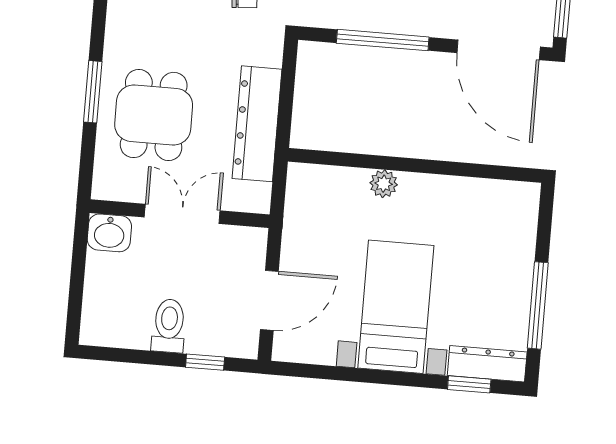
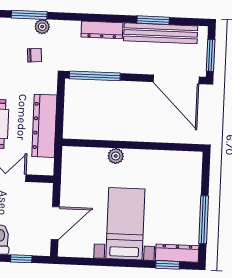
window: (383, 40) -> (95, 76), moved

